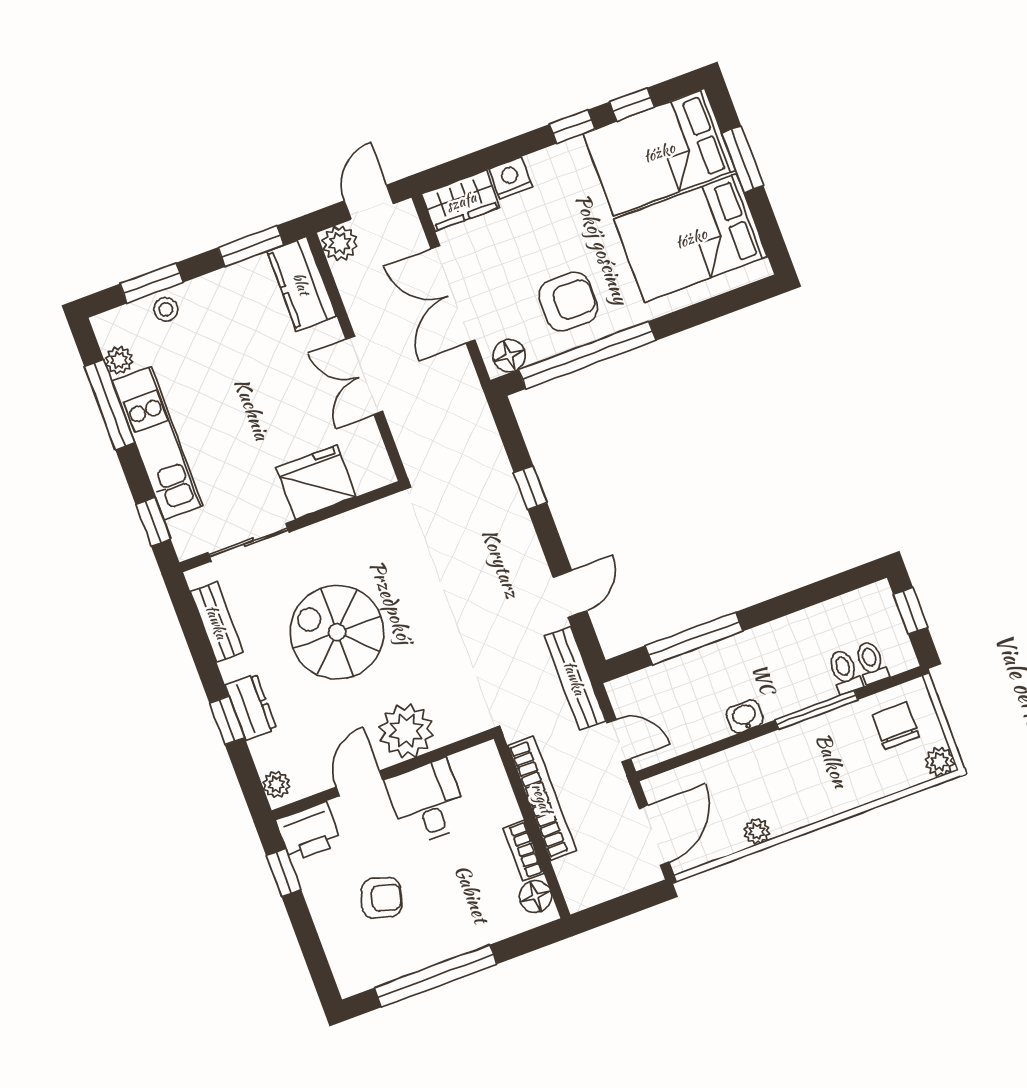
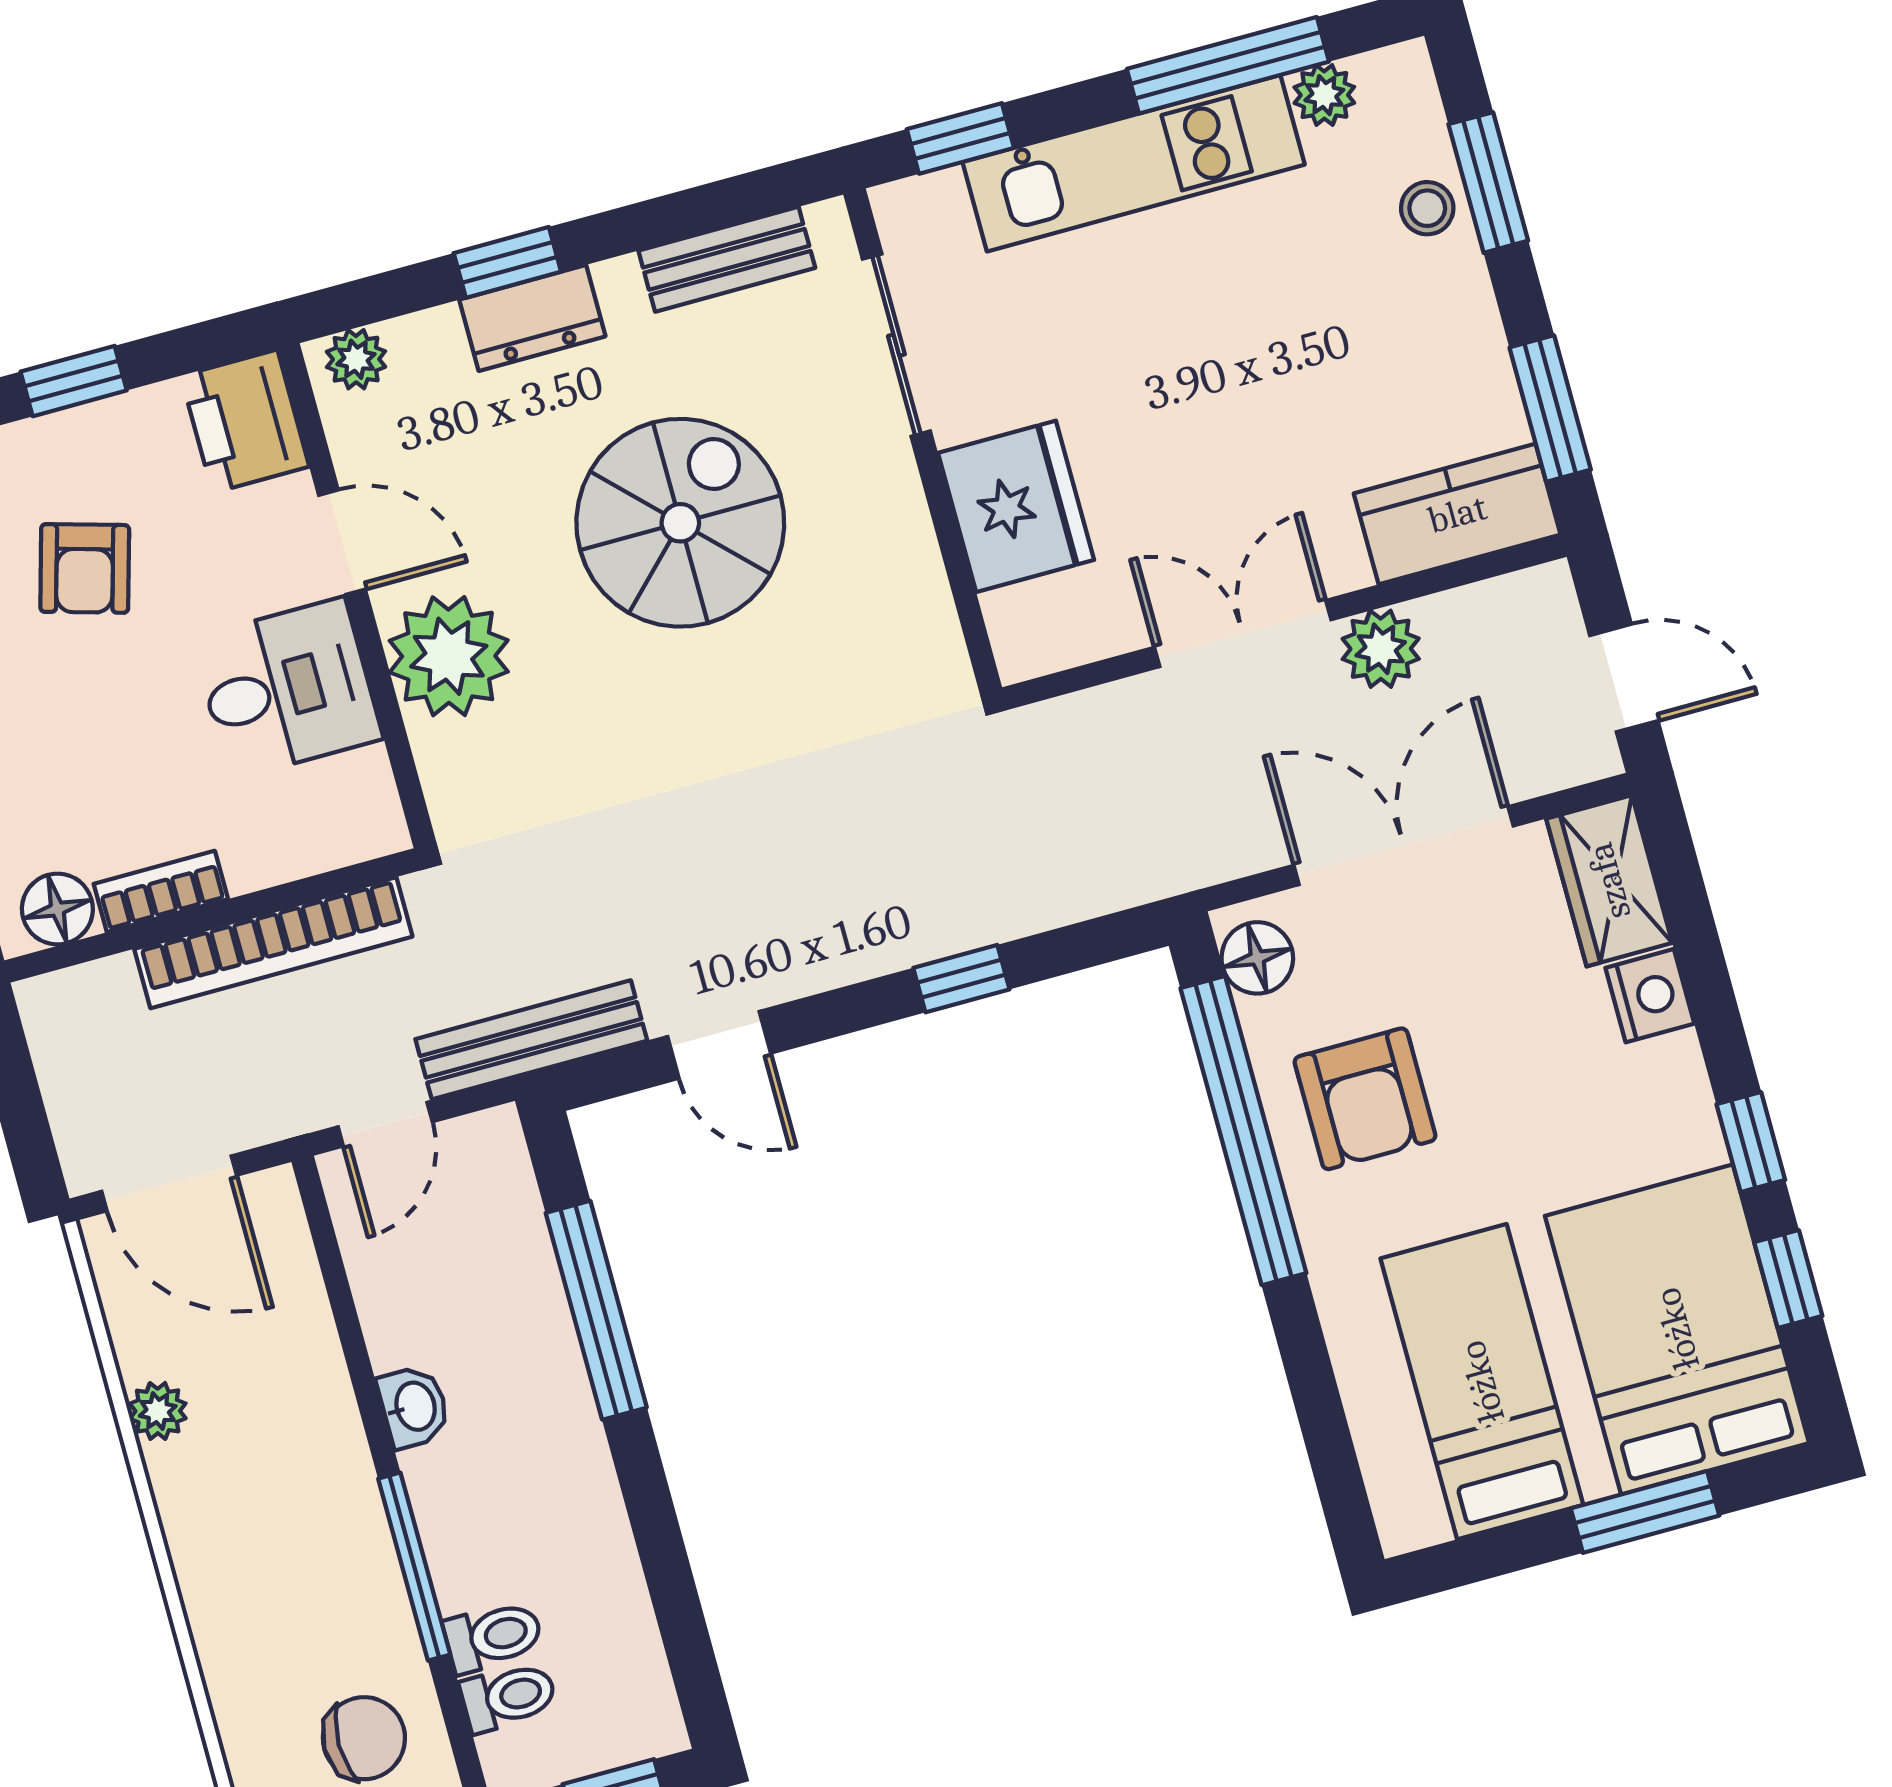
bed: (691, 238) -> (1482, 1382), width x0.67
plant: (340, 243) -> (1381, 649), moved
window: (284, 873) -> (74, 381), moved

